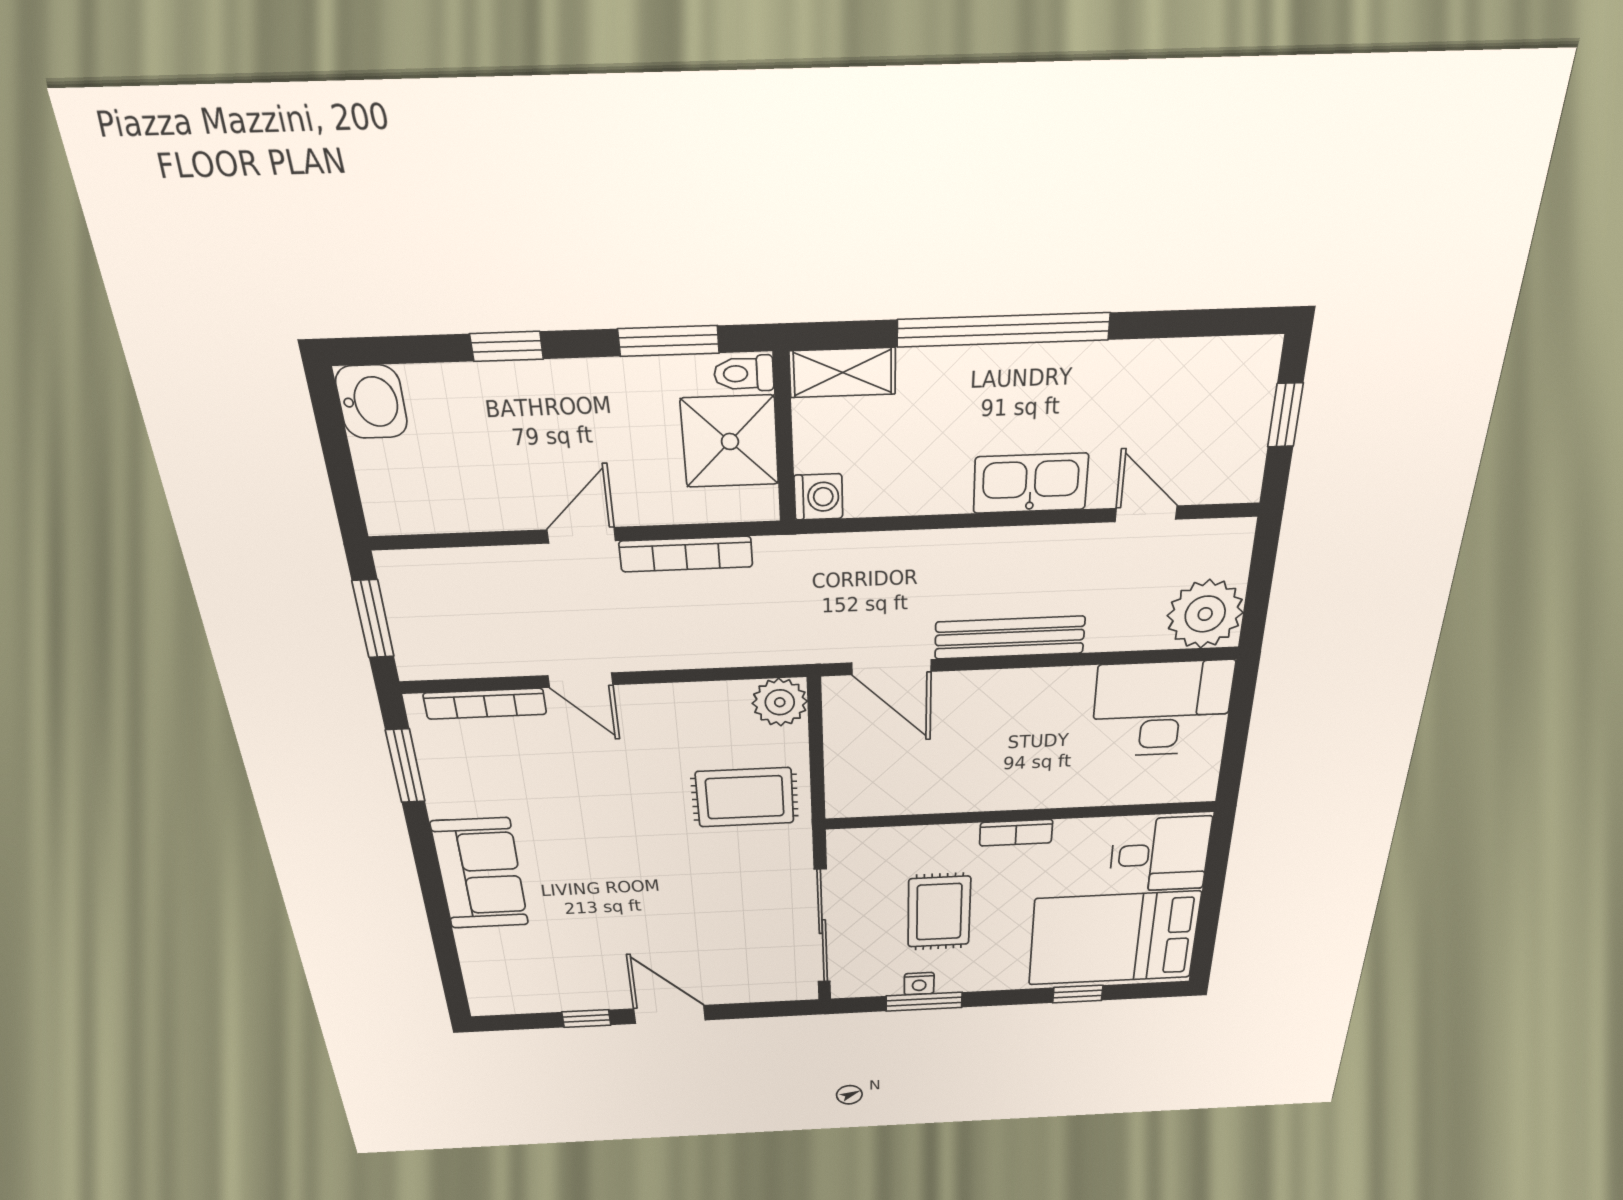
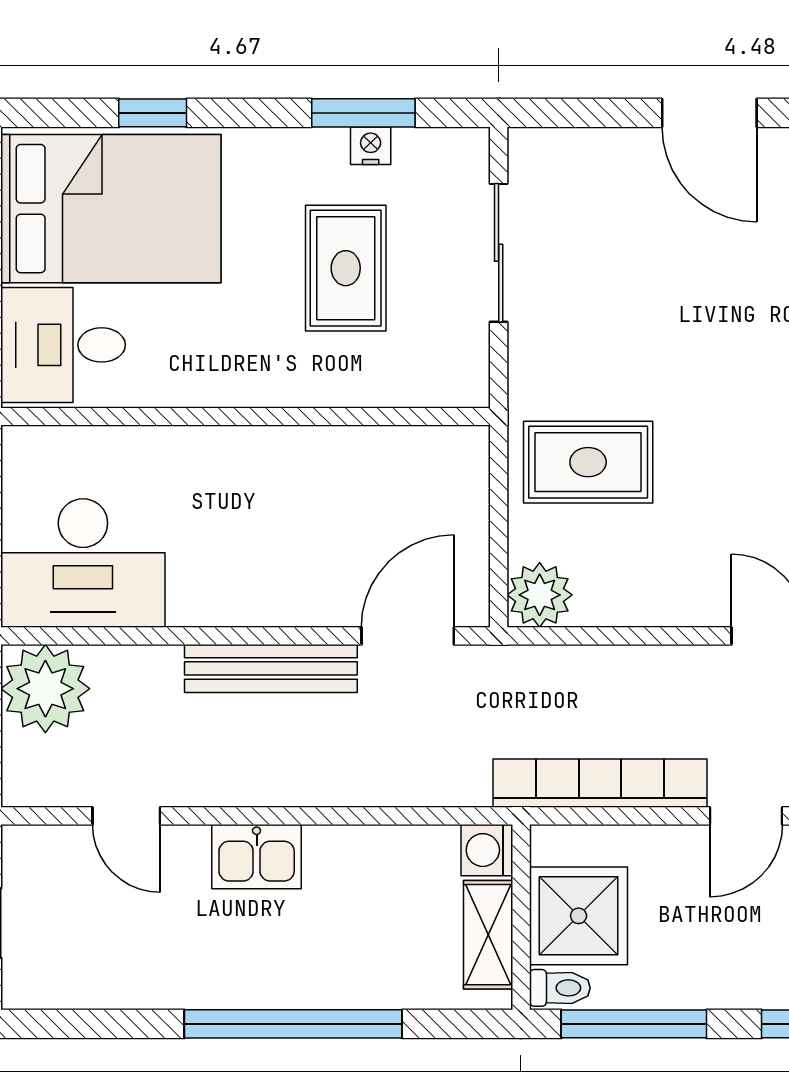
window: (669, 341) -> (634, 1024), width x1.44
shelving: (843, 373) -> (488, 935), moved, turned 90
kitchen sink: (1031, 483) -> (257, 857), width x0.73
bookcase: (686, 554) -> (600, 783), width x1.48, depth x1.31
door: (892, 667) -> (408, 636), hinge flipped
bookcase: (1016, 833) -> (251, 390), removed
sliding door: (822, 927) -> (499, 253), width x0.73

